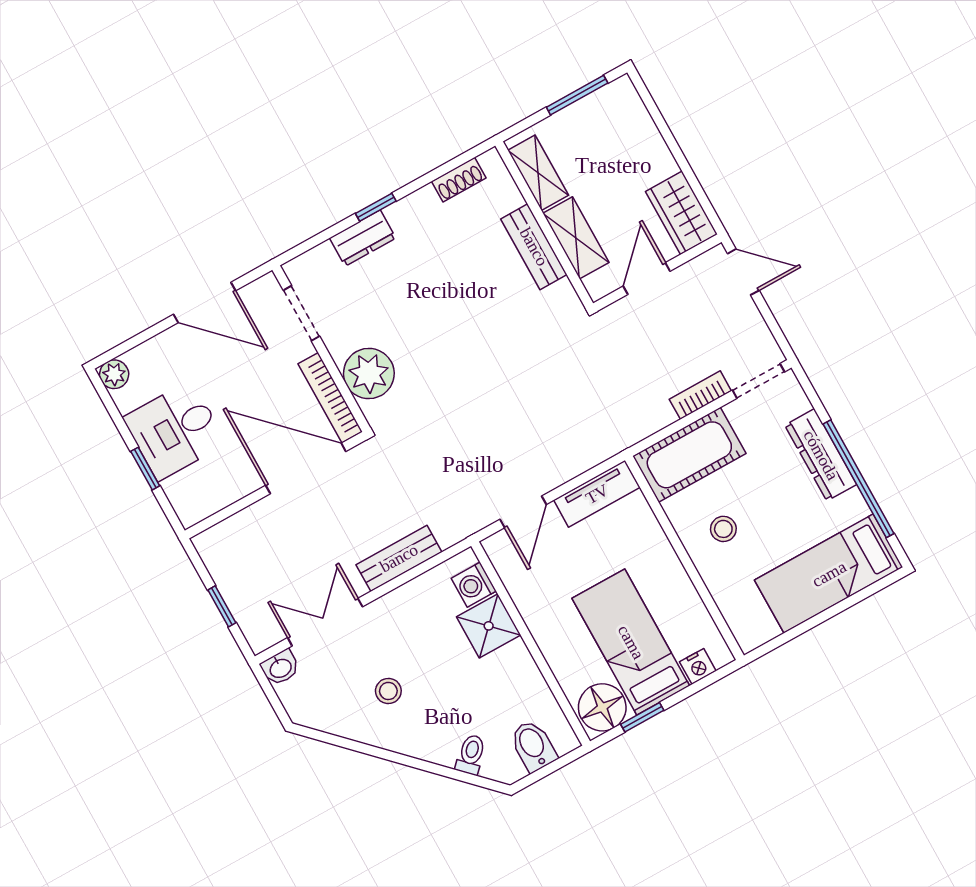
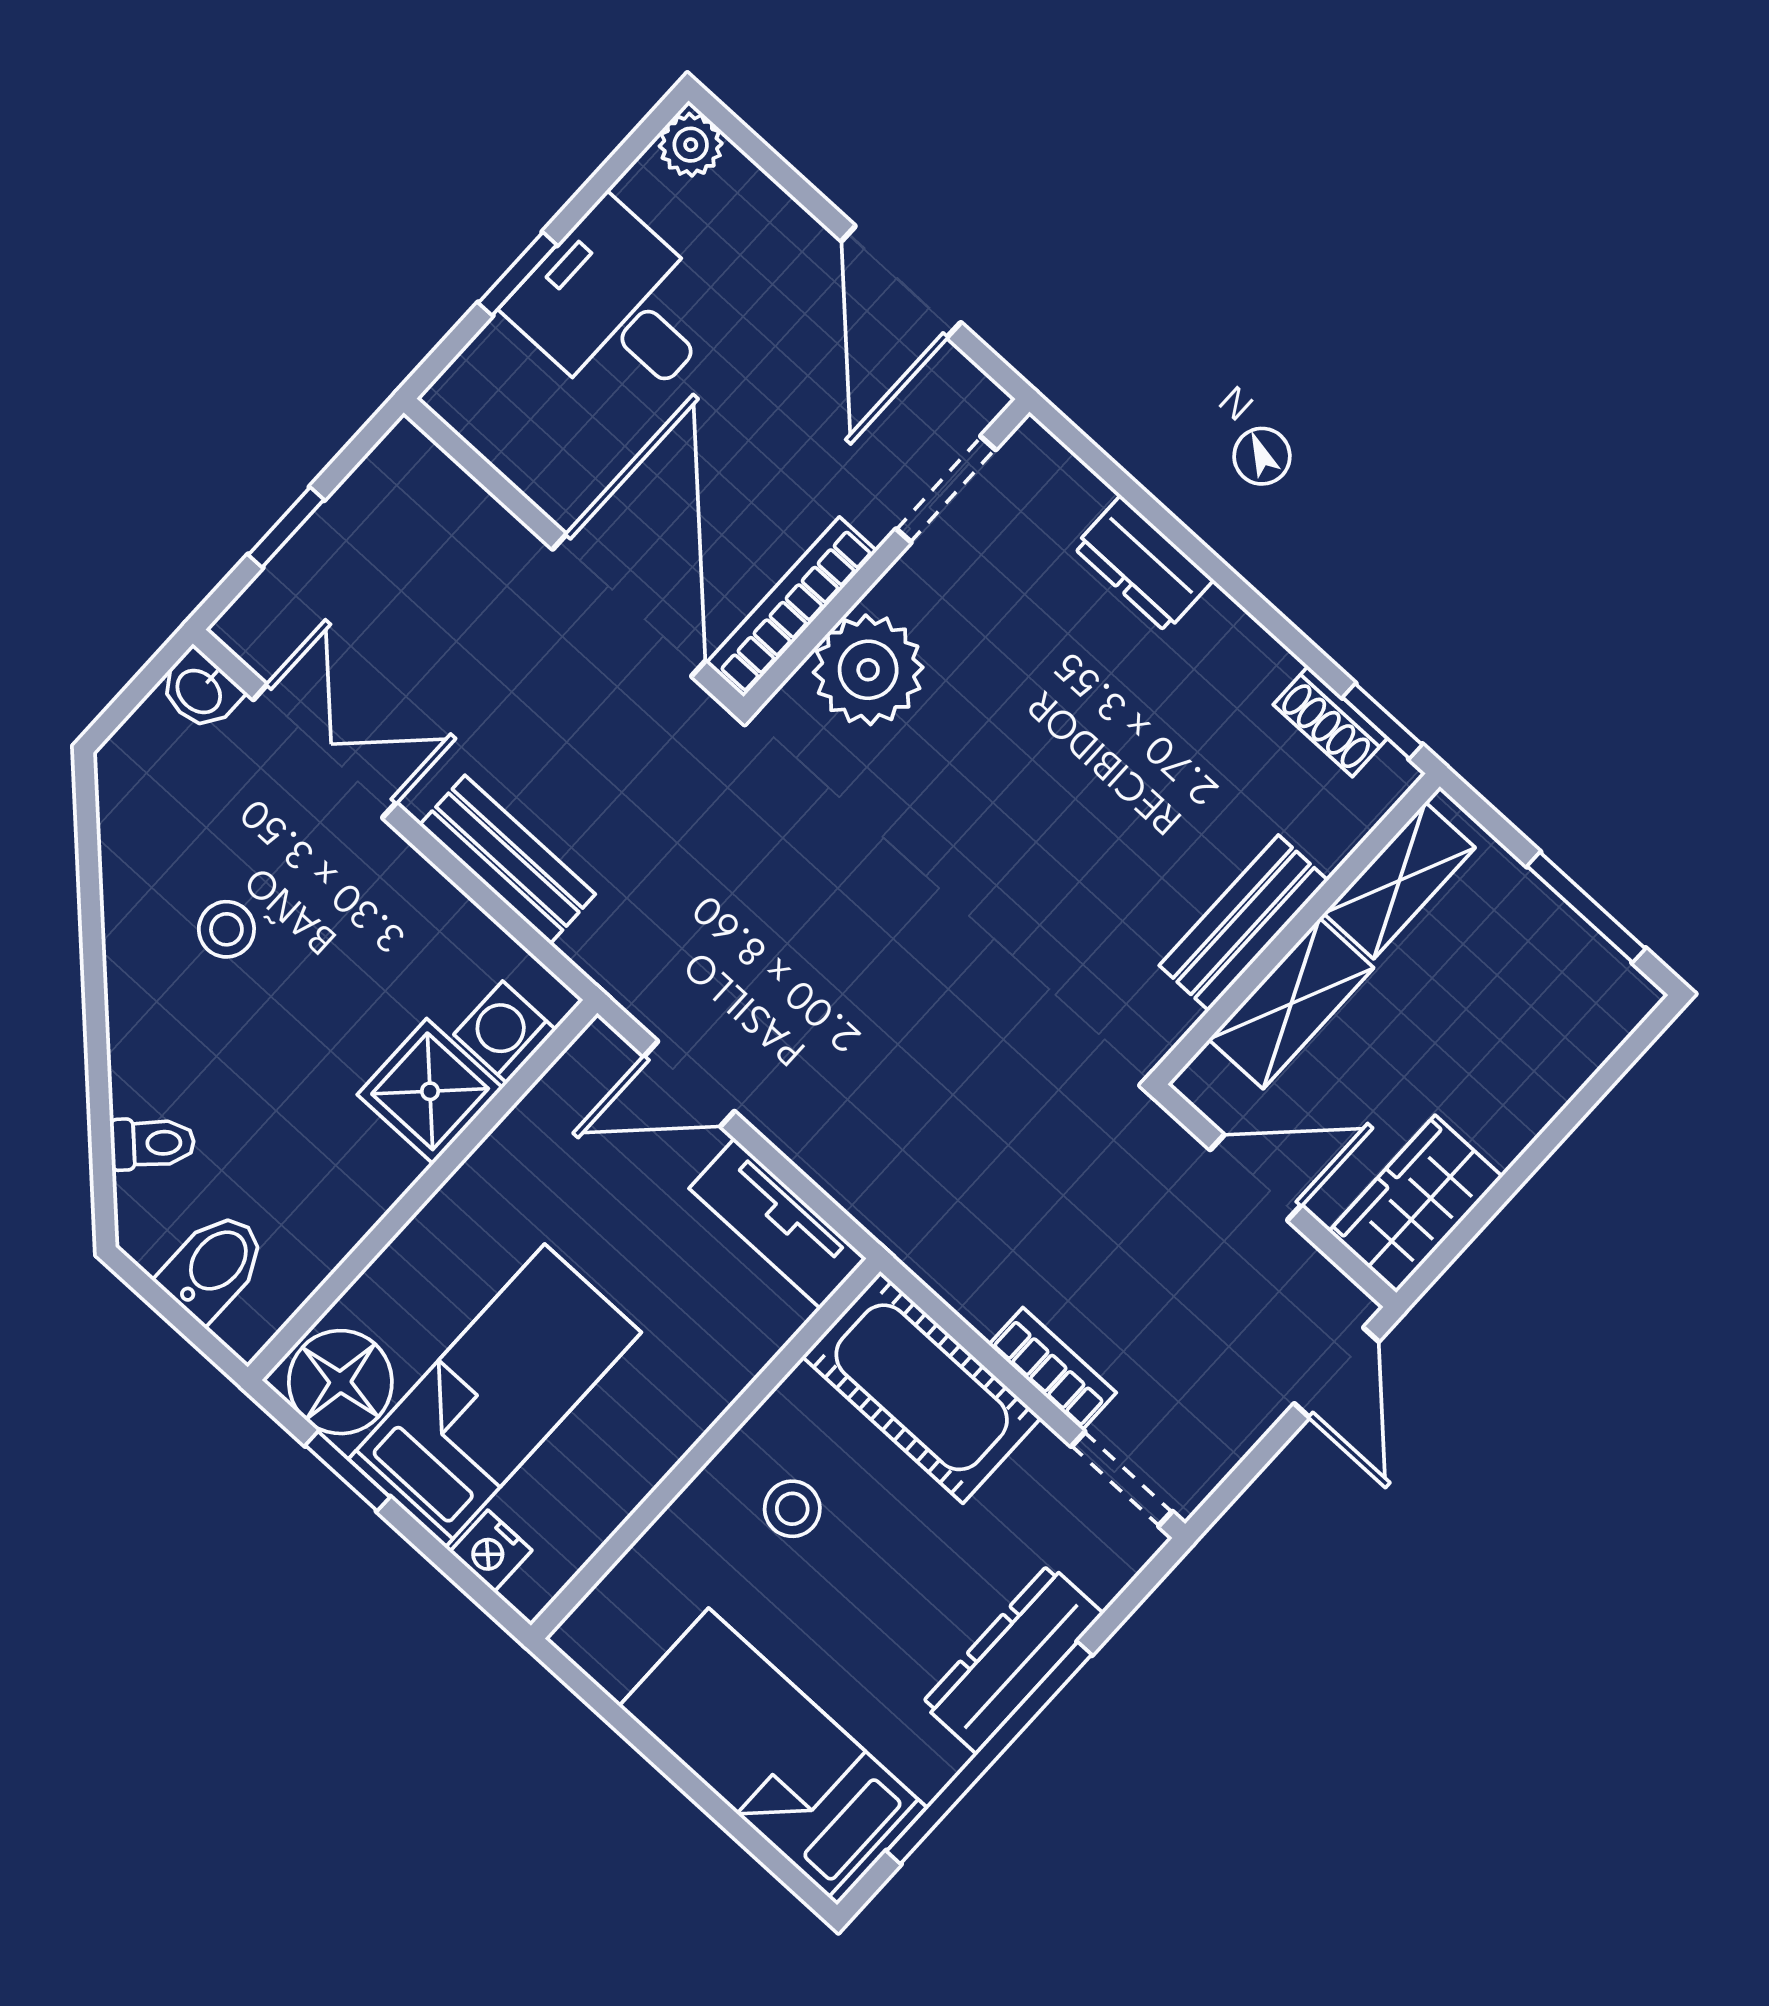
window: (376, 207) -> (1382, 721), moved

